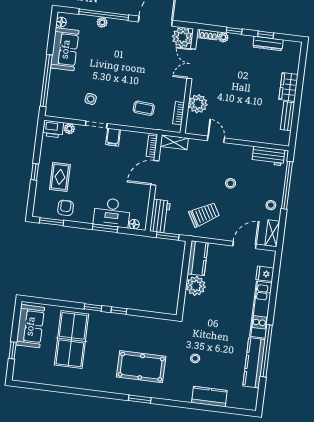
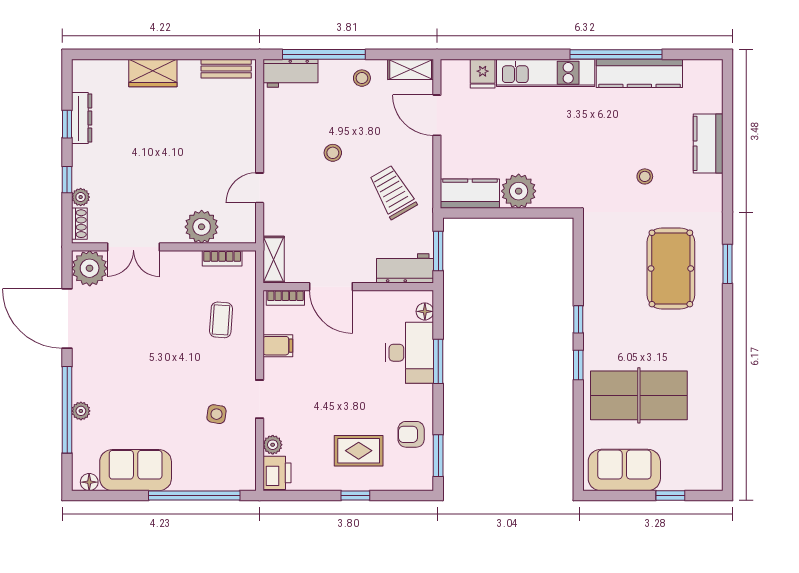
bench: (287, 116) -> (226, 69), moved
filing cabinet: (113, 137) -> (278, 346), moved
workbench: (268, 156) -> (290, 73), moved, turned 90

